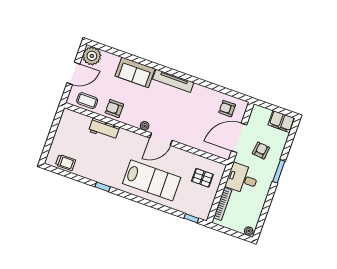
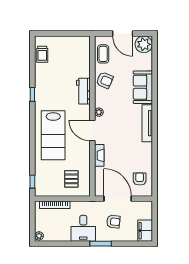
armchair: (114, 109) -> (105, 80), turned 113
workbench: (104, 129) -> (83, 91), moved
fireplace: (189, 141) -> (99, 155), added
desk: (242, 179) -> (83, 228), moved, turned 180

